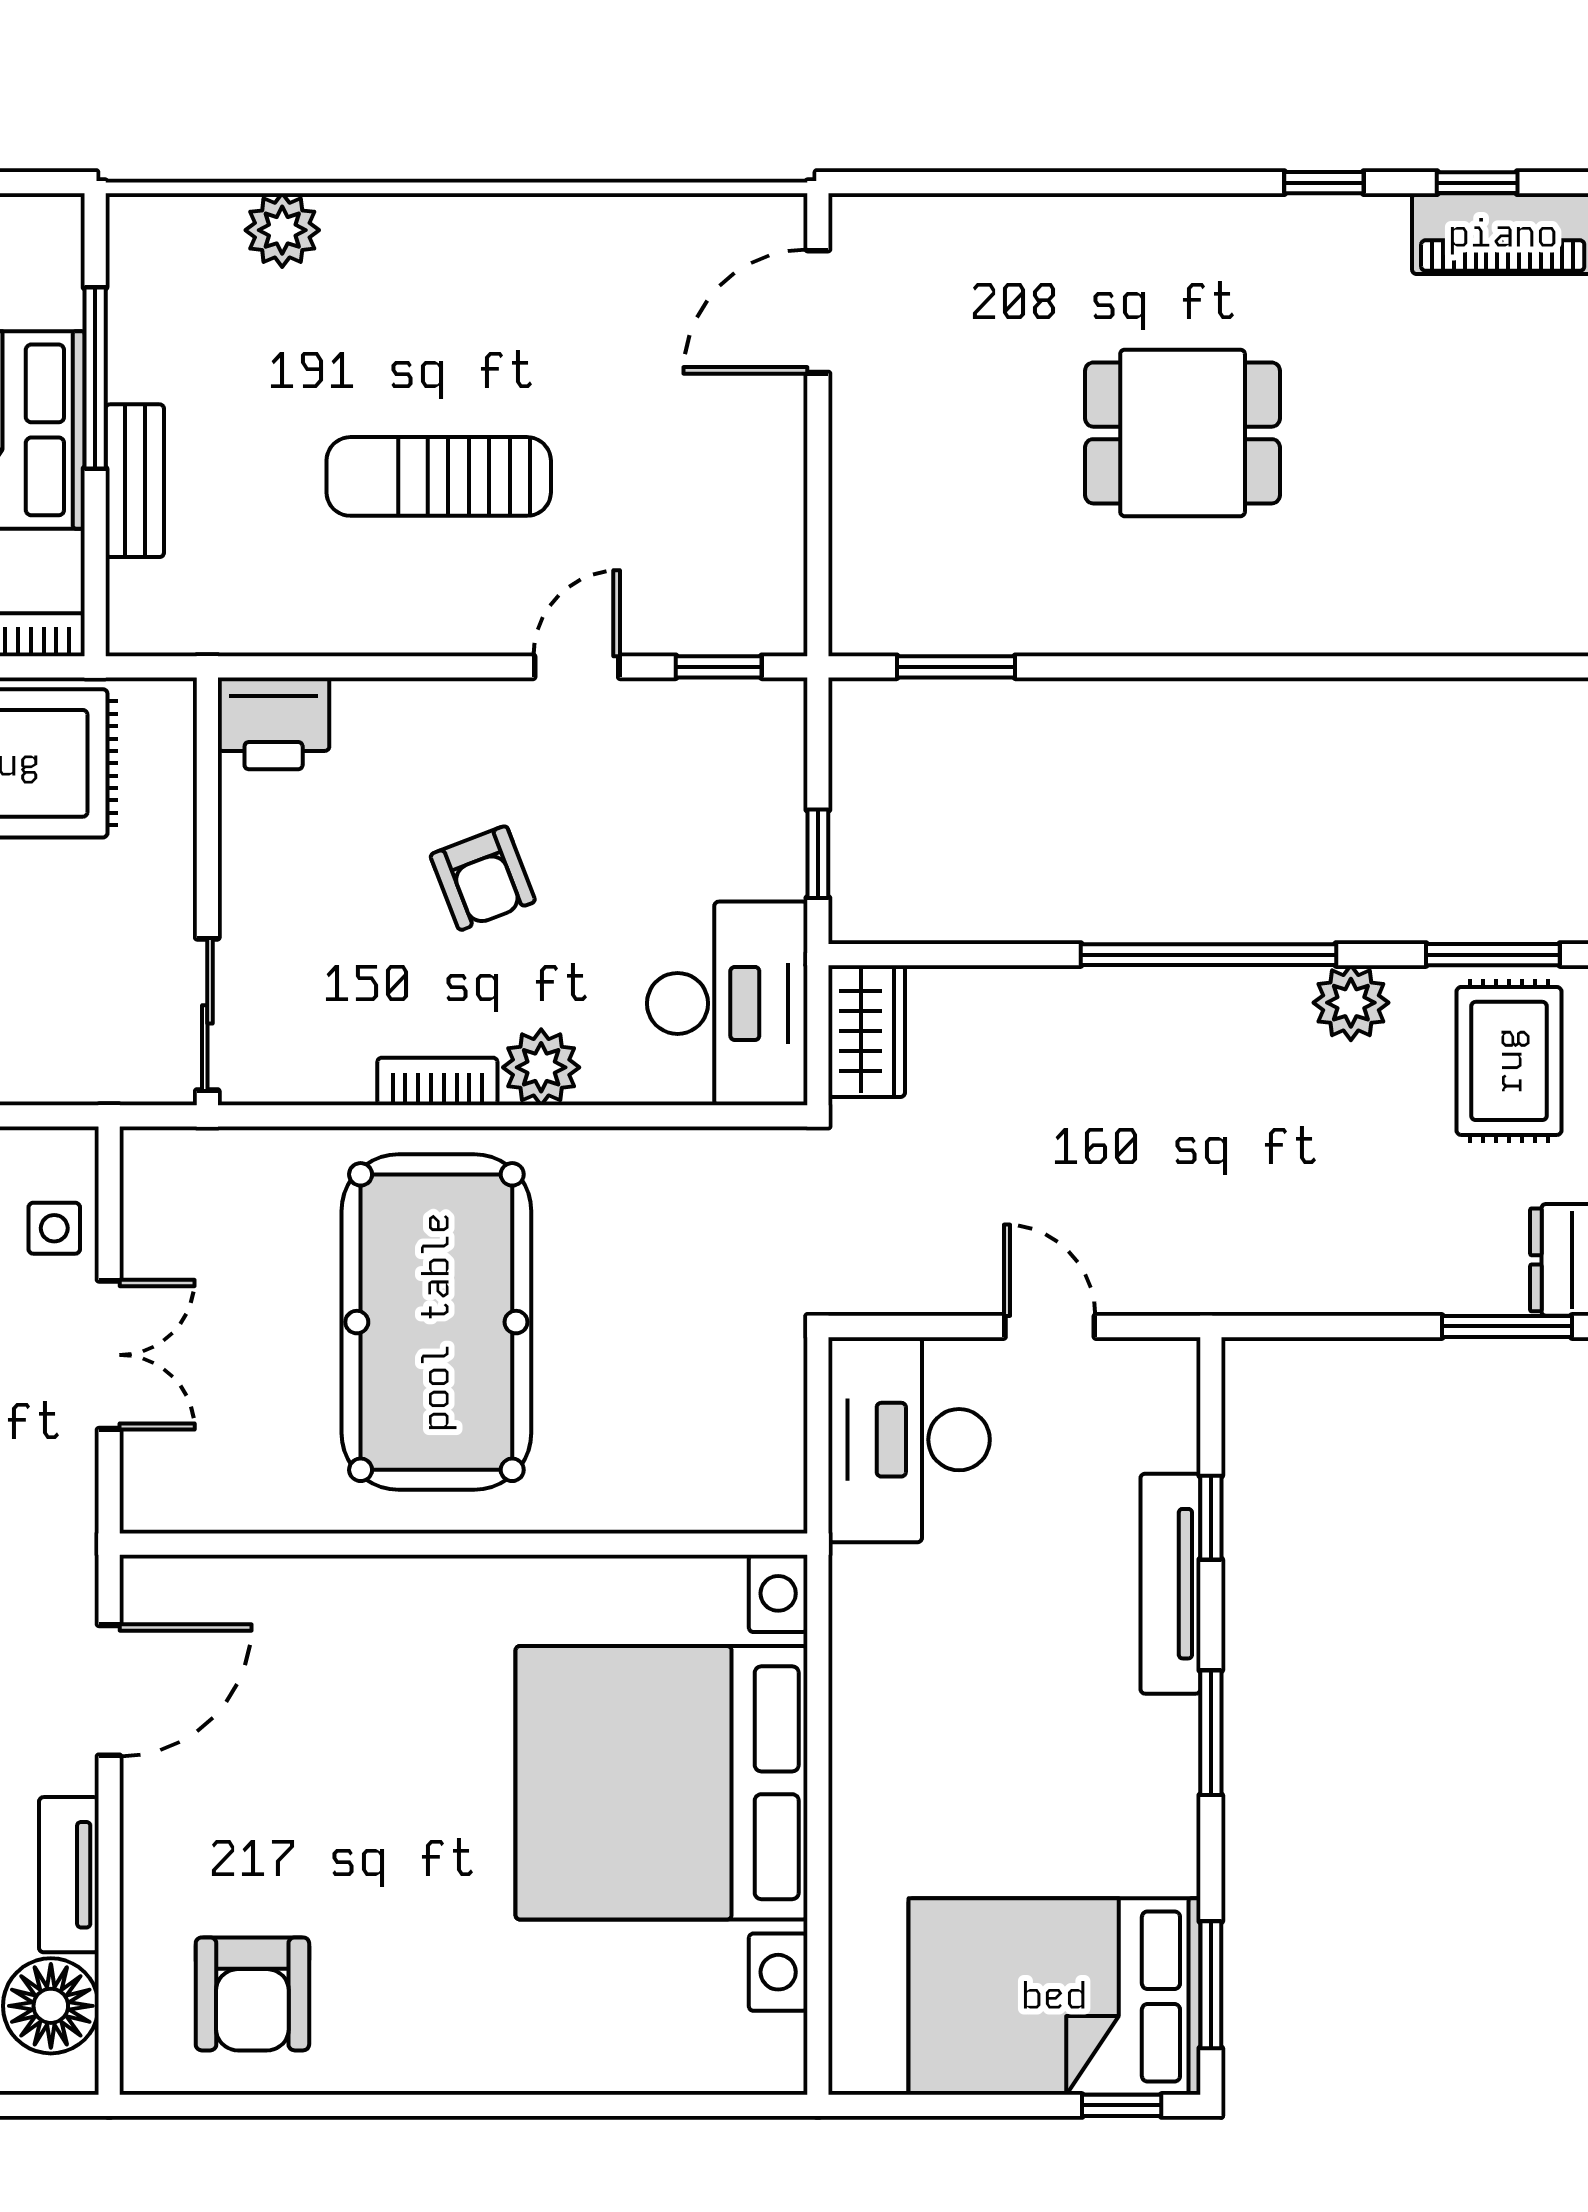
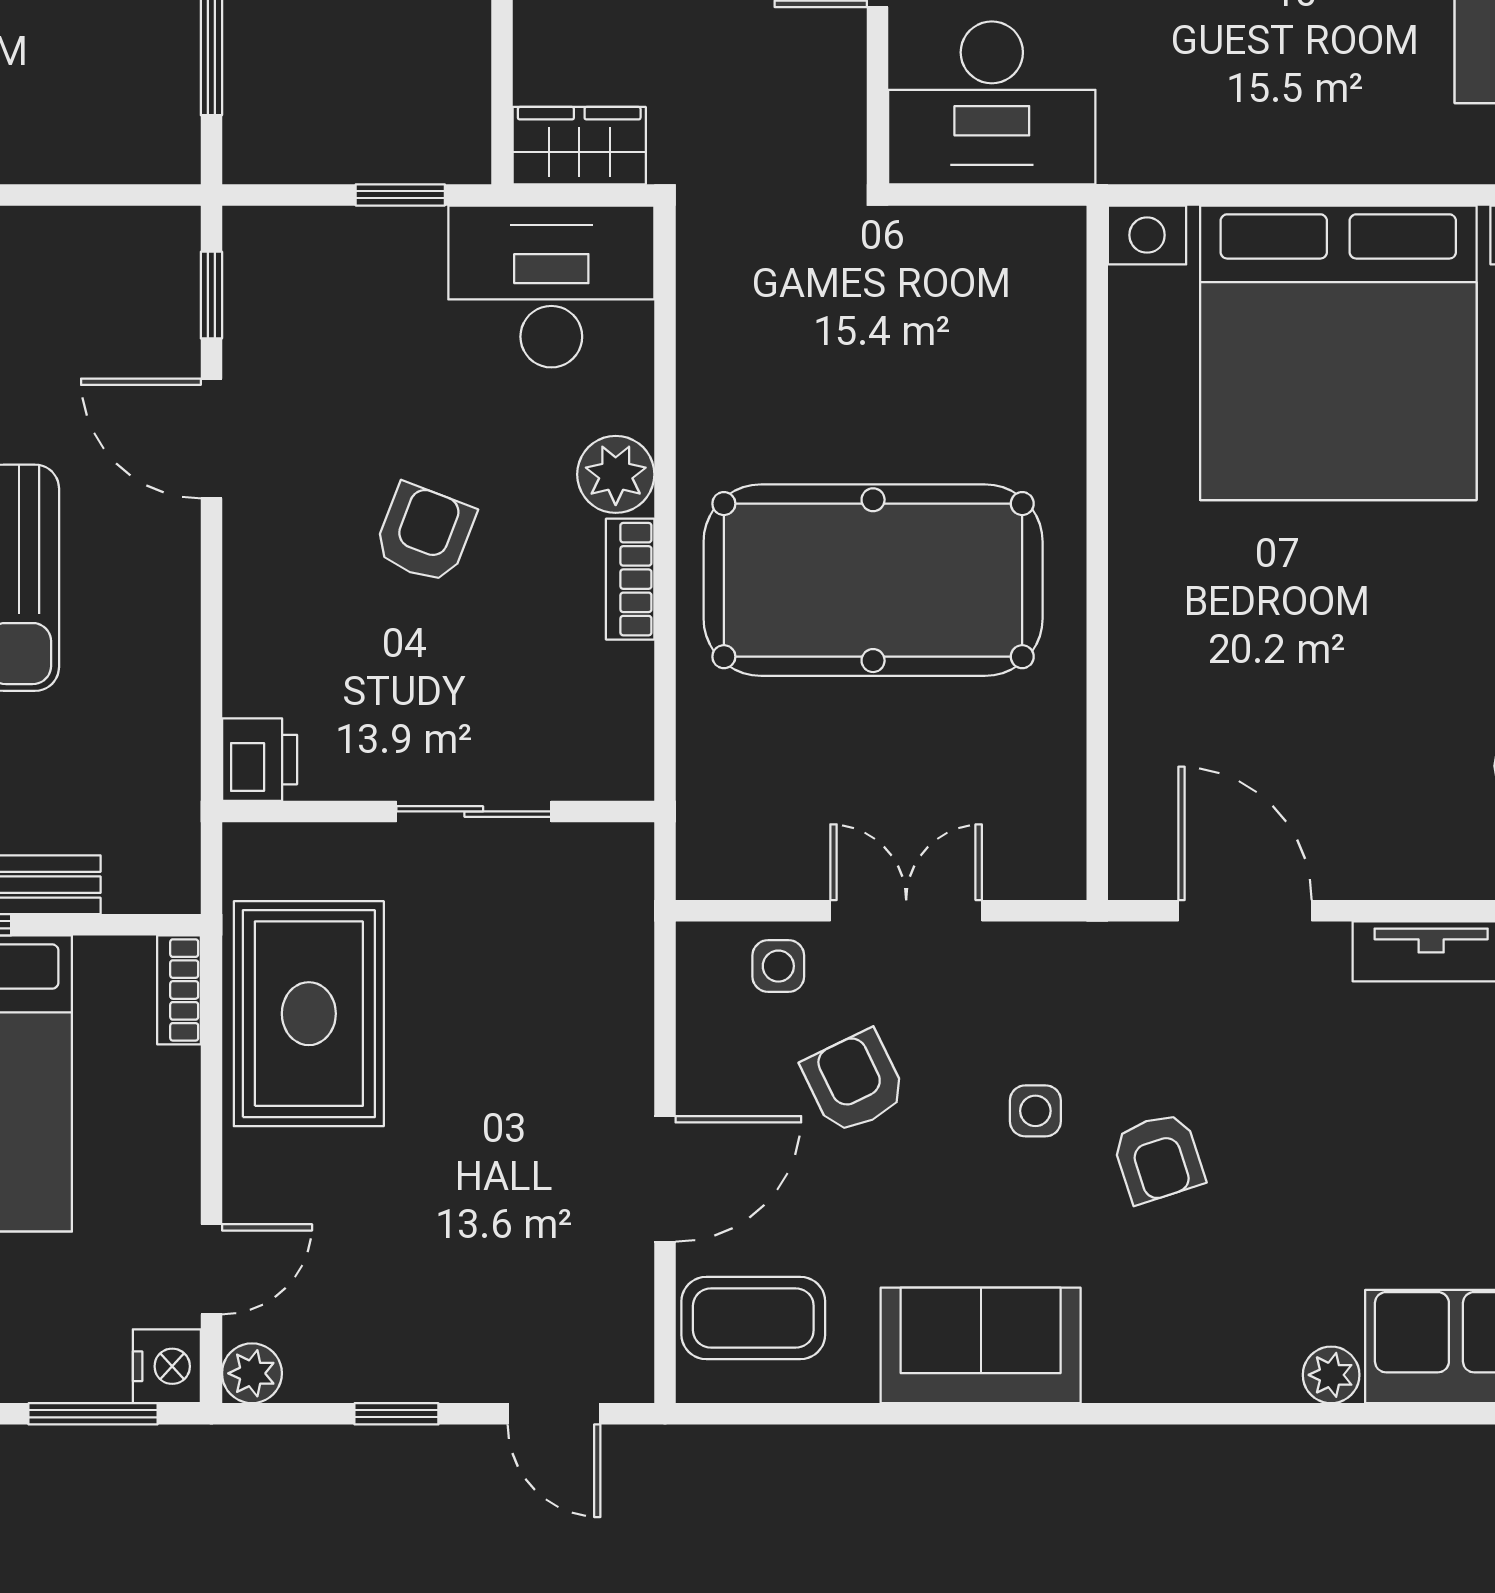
door: (577, 667) -> (211, 438), width x1.37
printer: (274, 723) -> (260, 760), width x0.73, depth x0.81
armchair: (483, 878) -> (425, 533), turned -48
sliding door: (207, 1014) -> (474, 811), moved

